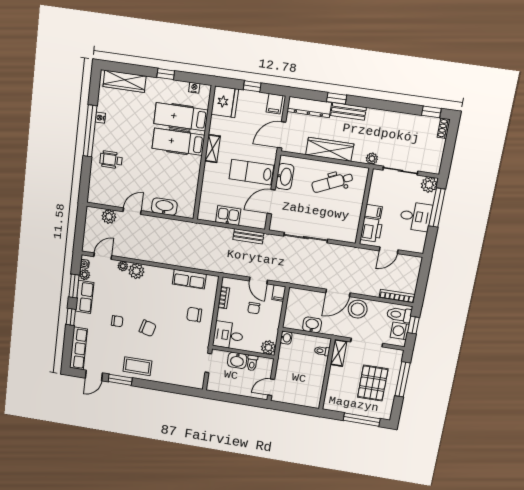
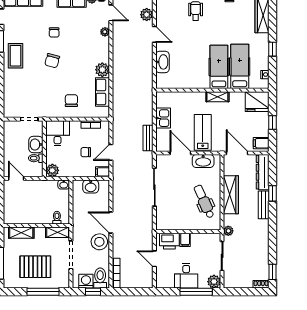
plant: (136, 271) -> (102, 70), moved
washbasin: (312, 325) -> (91, 186), moved, turned 90
shelving: (332, 392) -> (21, 233), added

